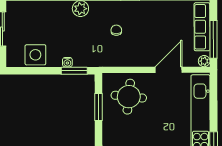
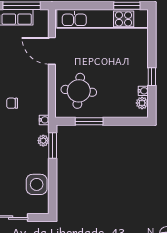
plant: (204, 61) -> (43, 141), moved
water cooler: (67, 62) -> (44, 120), moved

